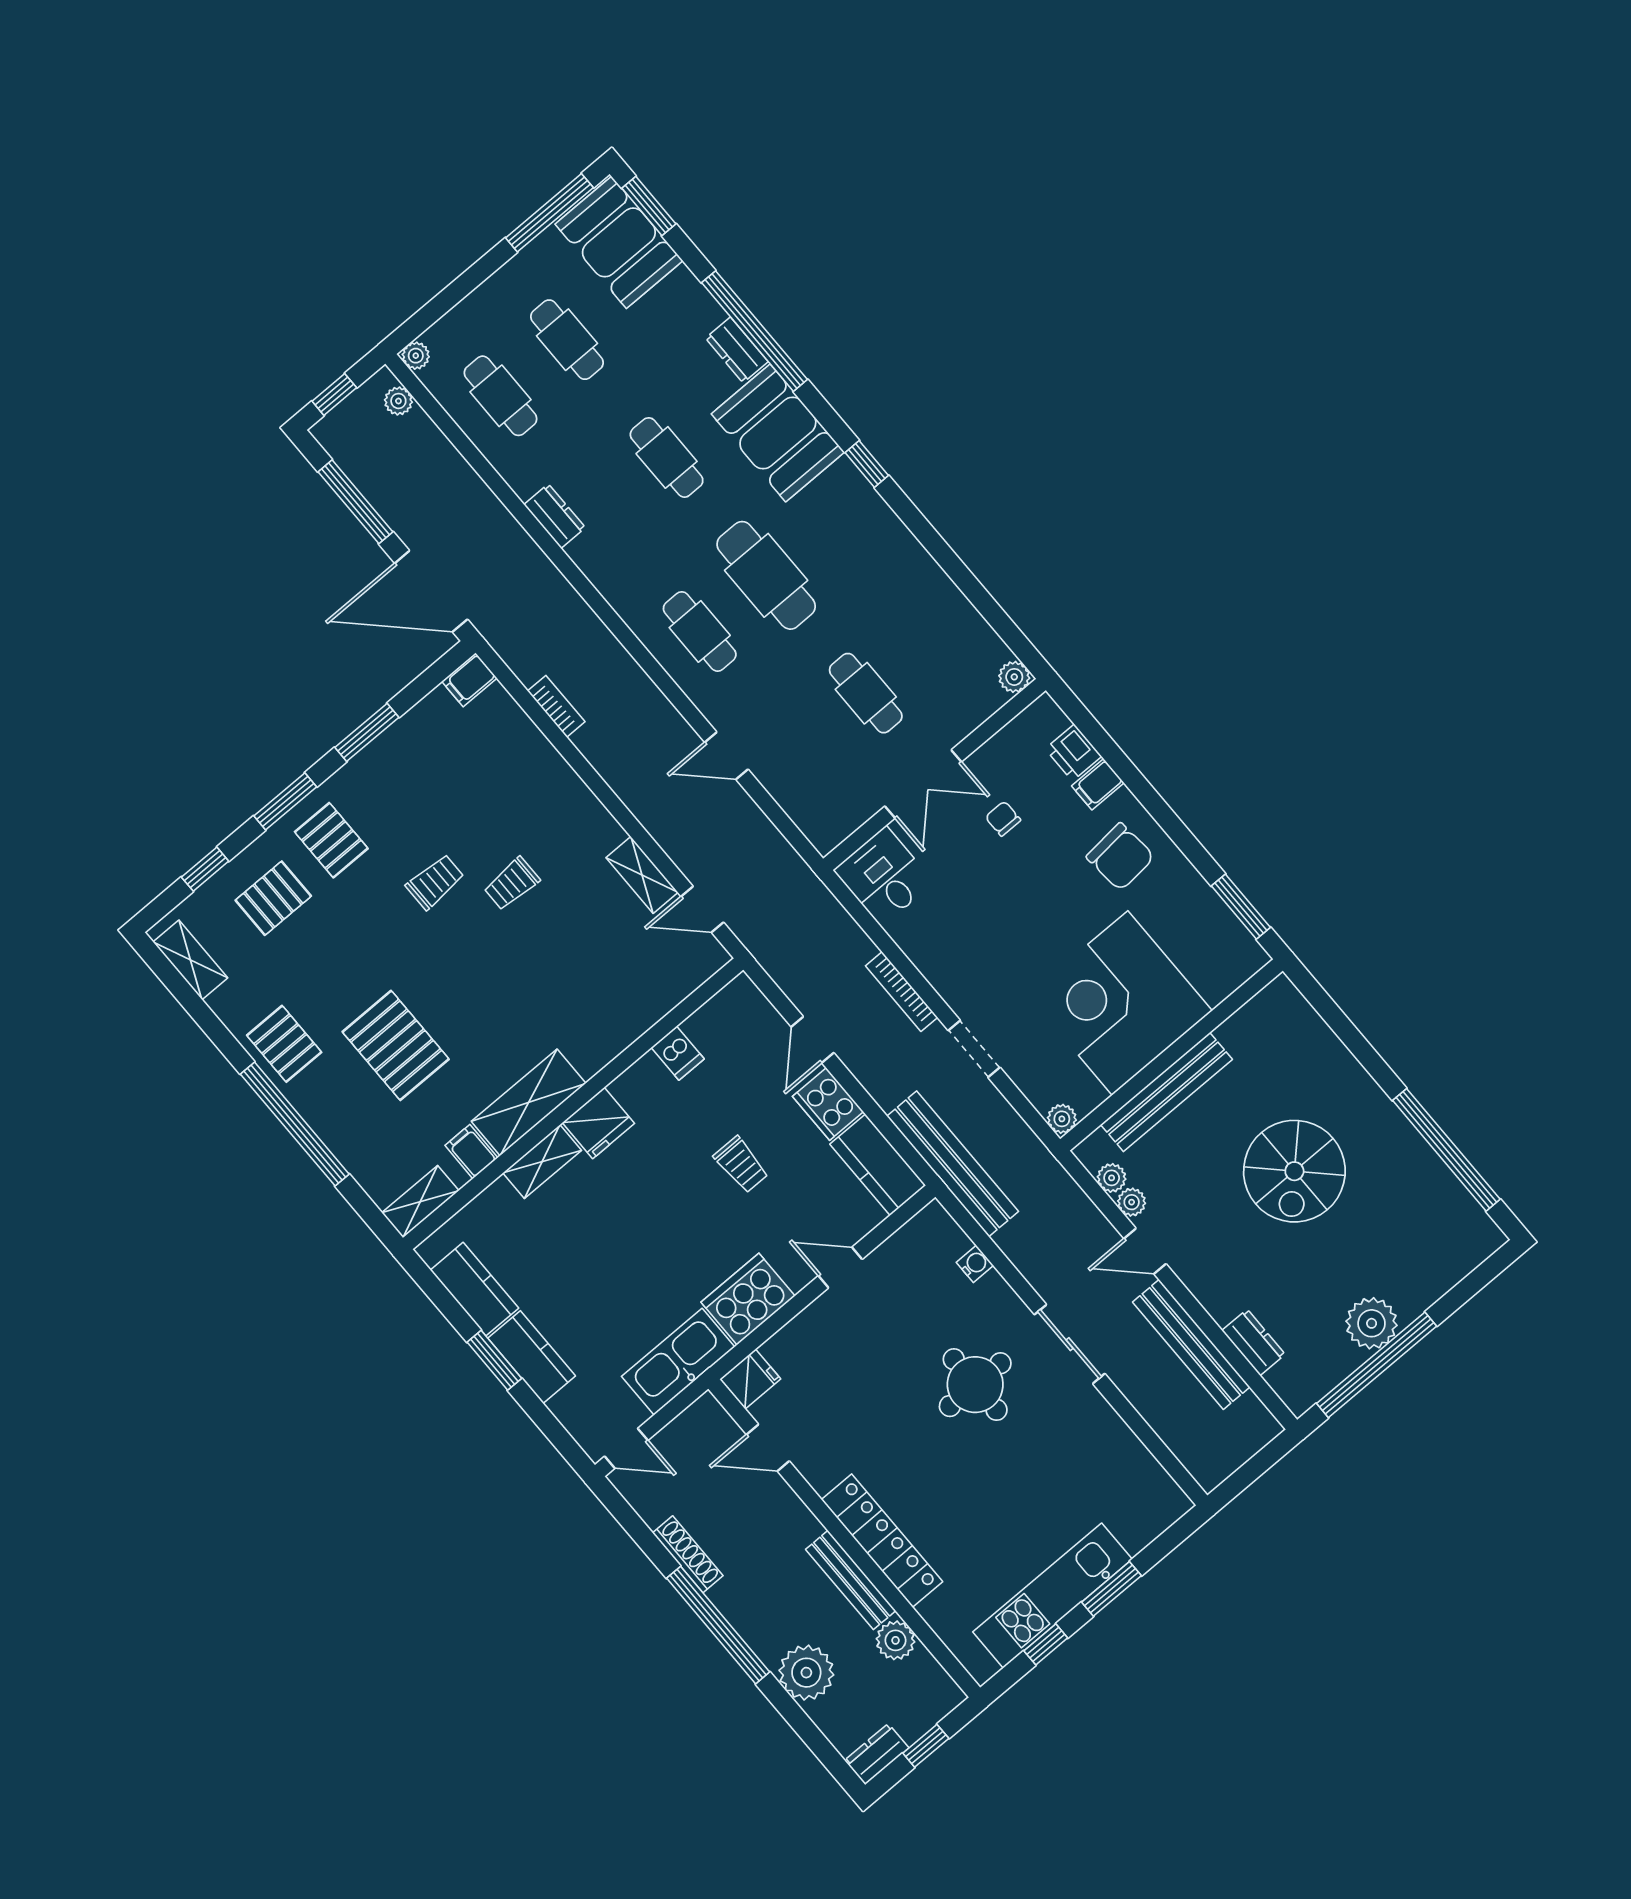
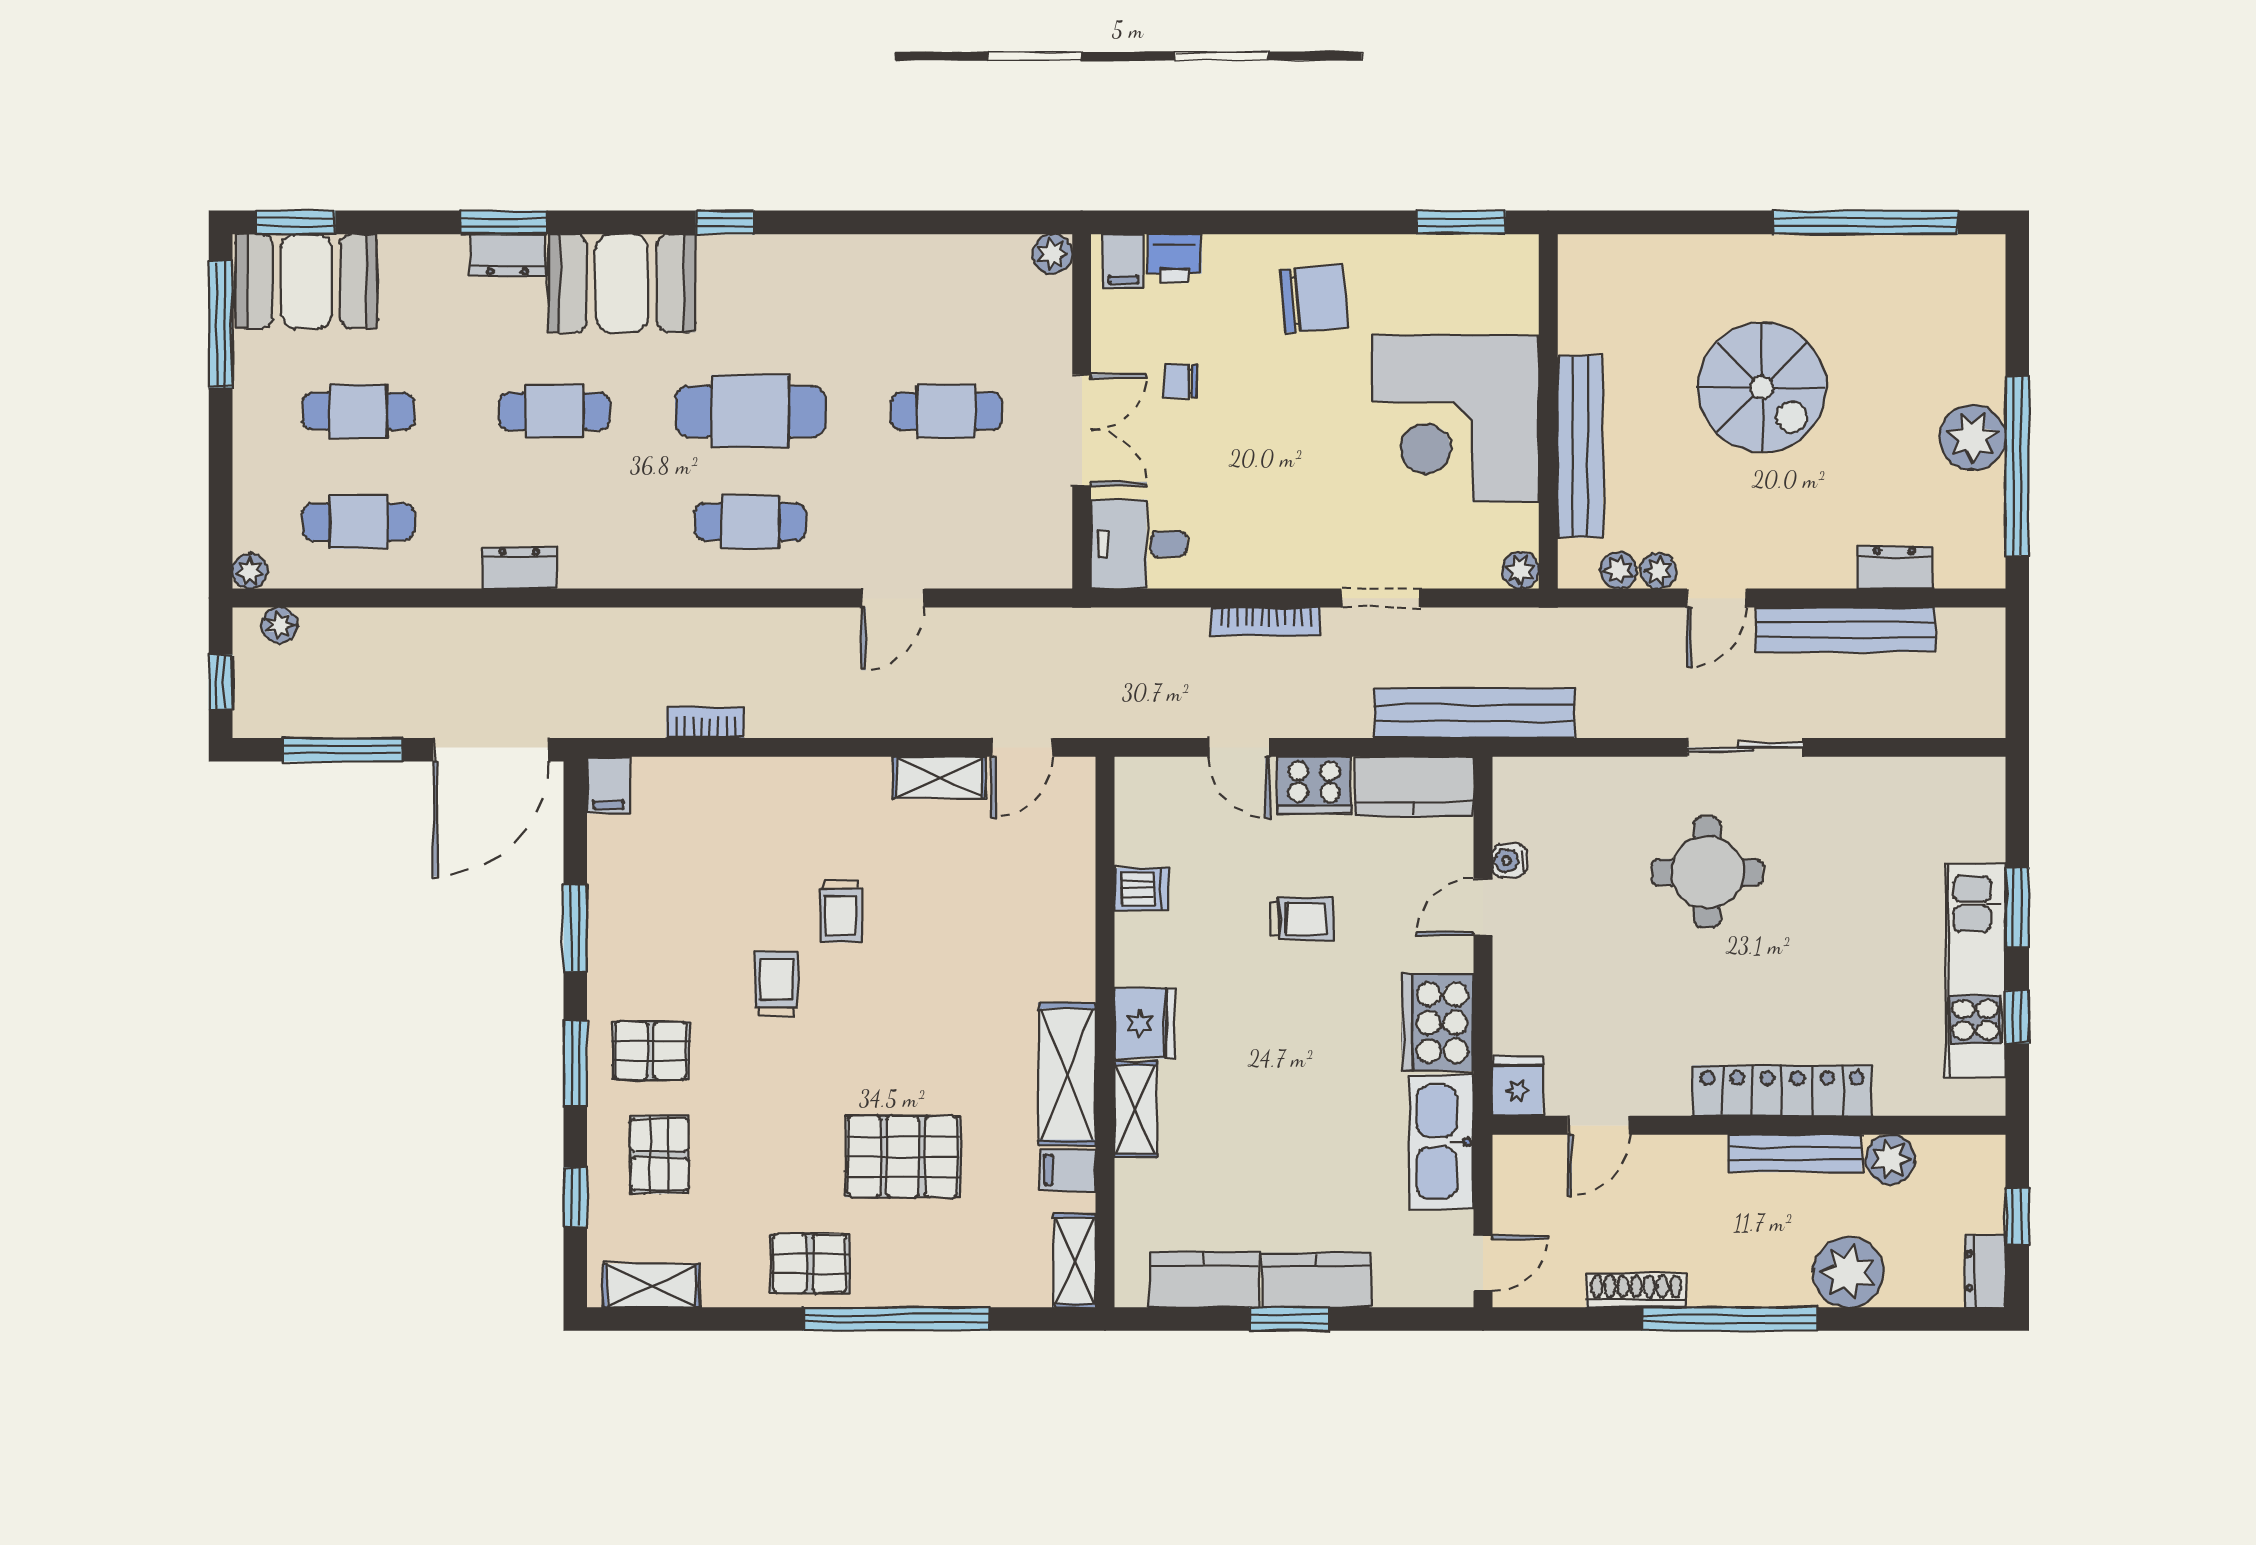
window: (754, 331) -> (504, 222), width x0.47
filing cabinet: (1098, 784) -> (1123, 261), moved
water cooler: (975, 1264) -> (1509, 860), moved, turned -90

